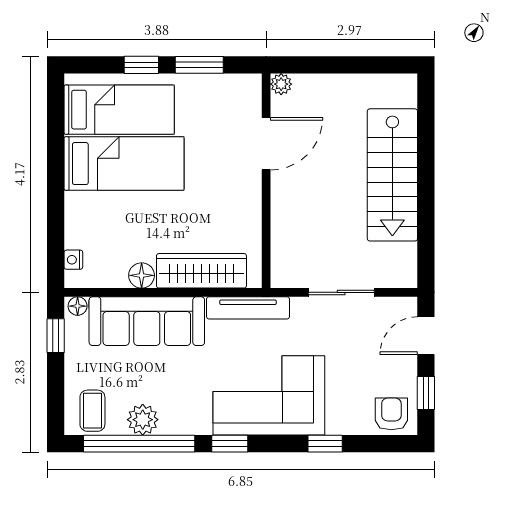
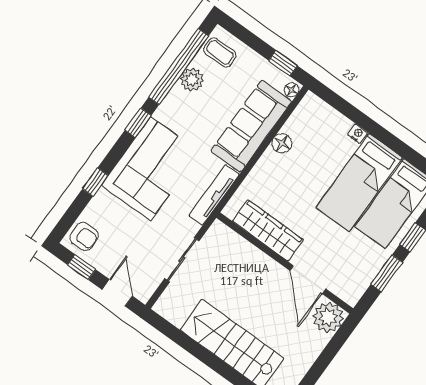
plant: (281, 84) -> (328, 317), width x1.88, depth x1.88
nightstand: (73, 260) -> (358, 134), moved
wardrobe: (201, 271) -> (268, 230), moved, turned -90

